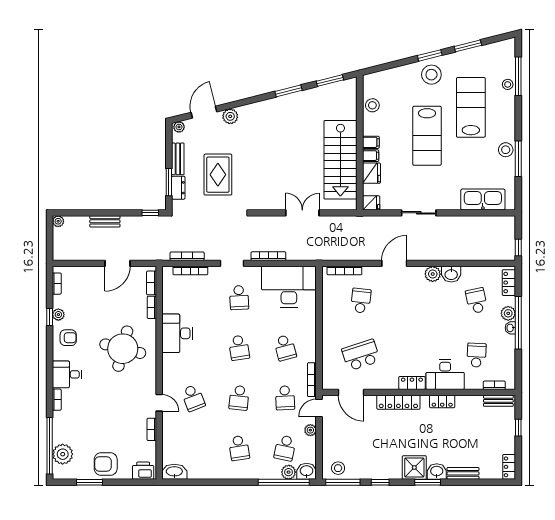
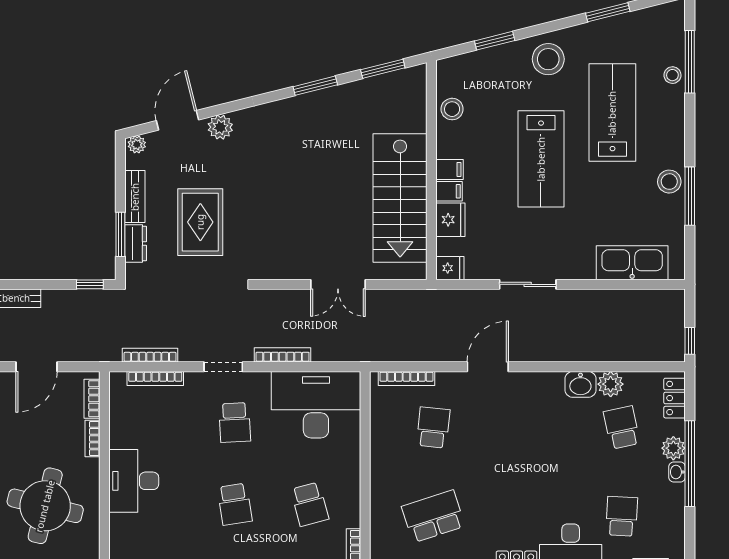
window: (430, 55) -> (495, 41), moved
double door: (302, 213) -> (338, 284), swing flipped
plant: (433, 274) -> (611, 384), moved

